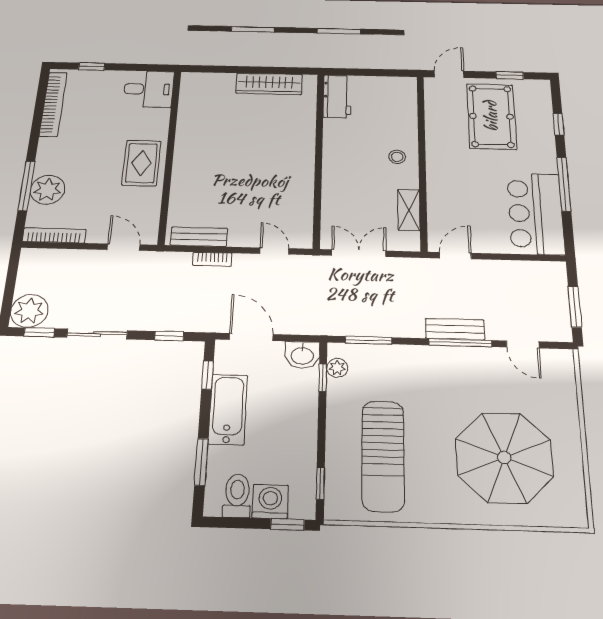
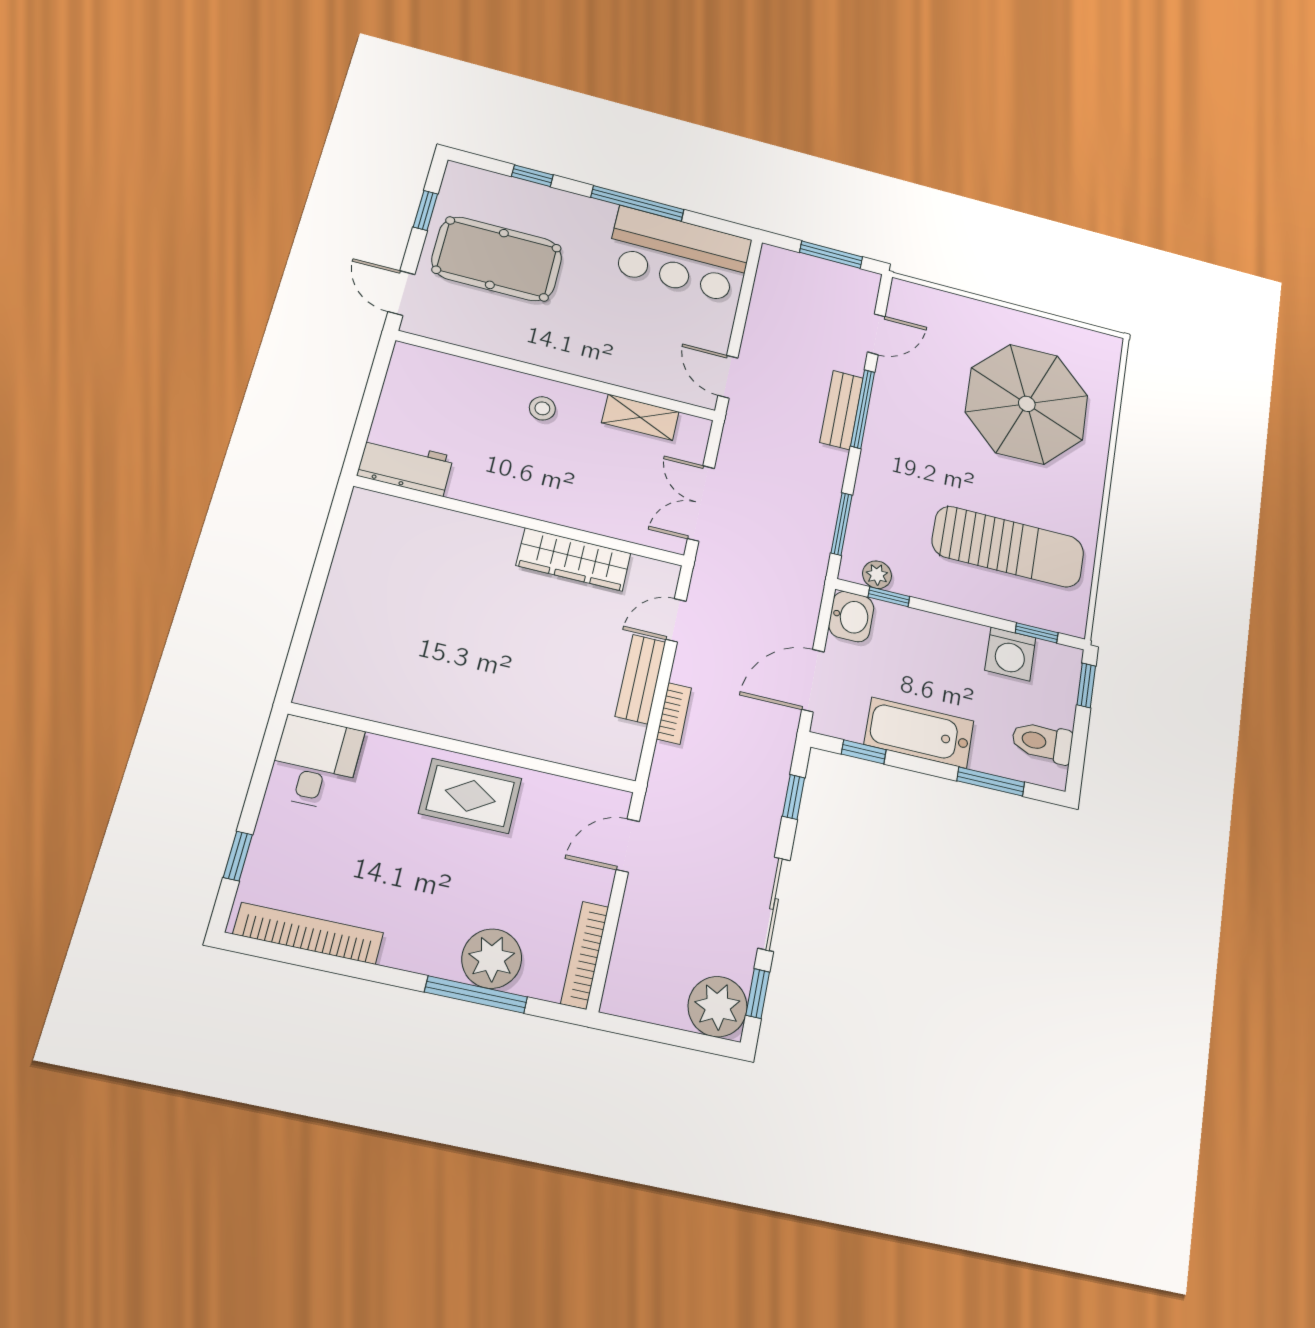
wardrobe: (269, 84) -> (574, 559), moved, turned 90
bench: (199, 237) -> (640, 679), moved
washing machine: (270, 502) -> (1010, 654), moved, turned -90

